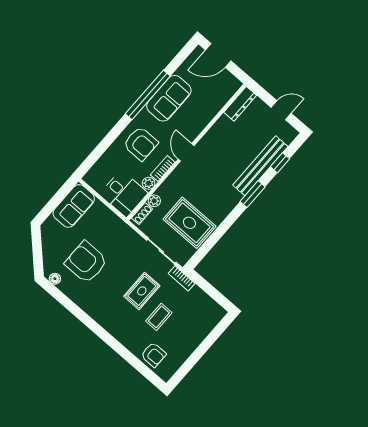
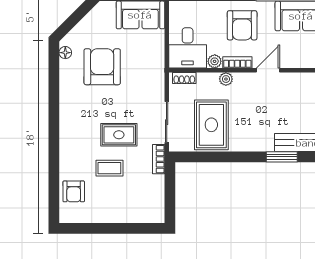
plant: (154, 201) -> (226, 79), moved

